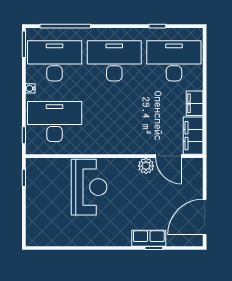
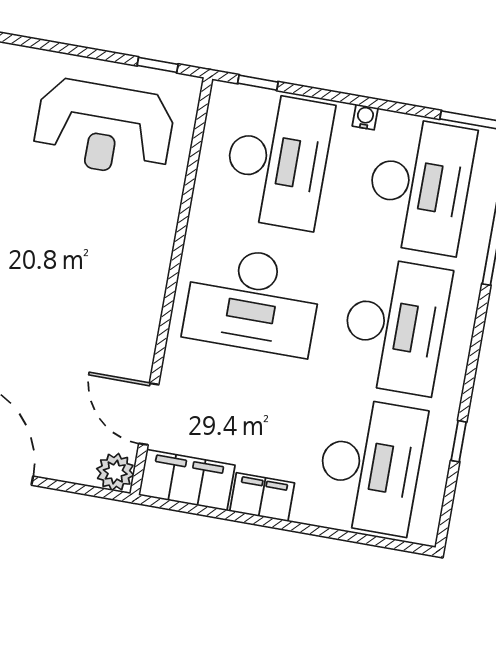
desk: (114, 121) -> (253, 301), added
door: (169, 156) -> (149, 414), hinge flipped
plant: (146, 166) -> (115, 472), moved
reception desk: (89, 187) -> (104, 128), moved

